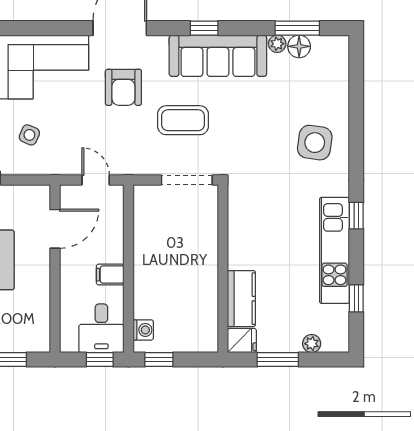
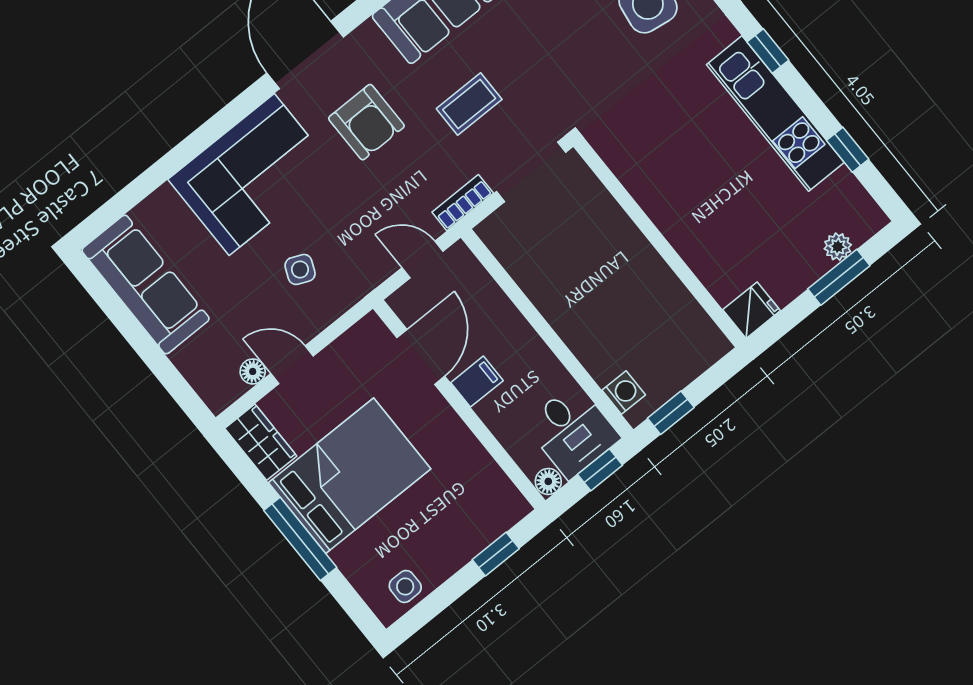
coffee table: (183, 120) -> (469, 104), width x0.73, depth x0.77
bookcase: (139, 168) -> (463, 203), added
filing cabinet: (110, 275) -> (477, 382), moved, turned 180
kitchen counter: (241, 299) -> (711, 261), removed
floor lamp: (69, 344) -> (548, 481), added
window: (278, 359) -> (839, 277), moved

